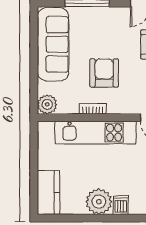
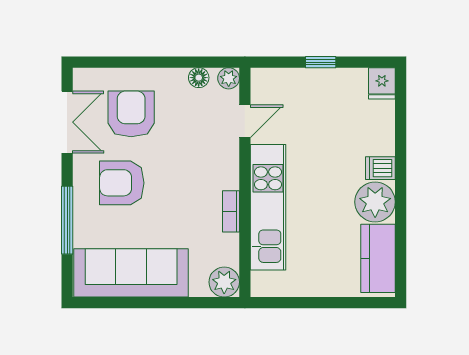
armchair: (104, 73) -> (122, 183), moved
kitchen counter: (48, 193) -> (378, 258), moved, turned -90

